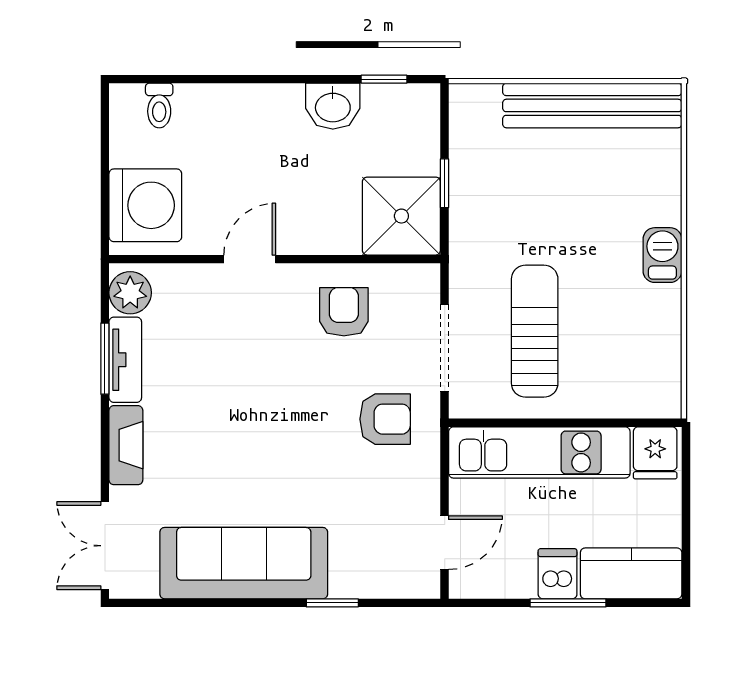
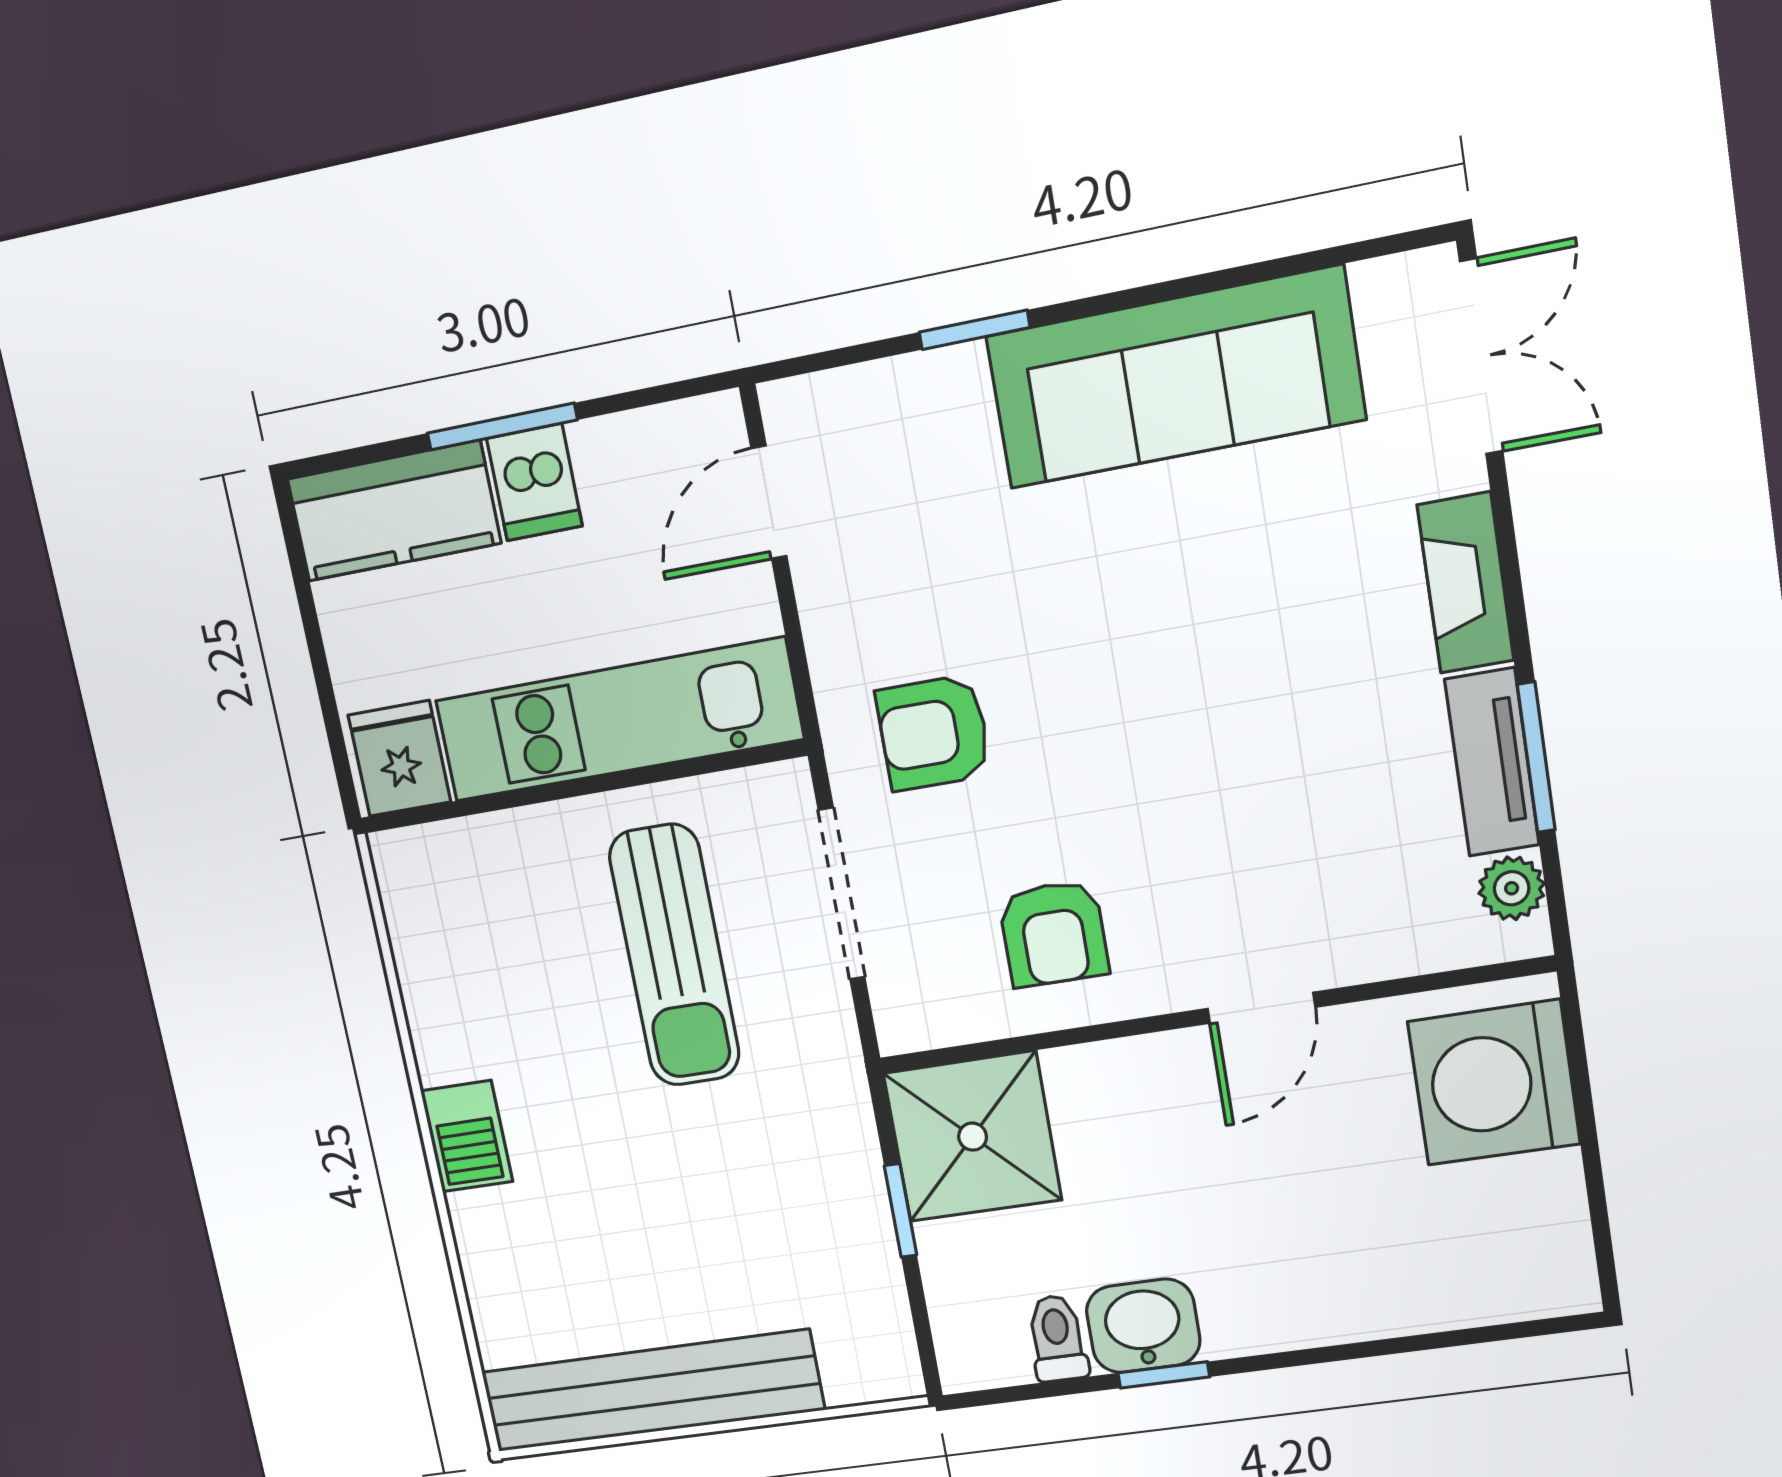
window: (384, 79) -> (1164, 1375), moved
toilet: (159, 106) -> (1057, 1338), moved
plant: (130, 293) -> (1512, 888), width x0.73, depth x0.73

